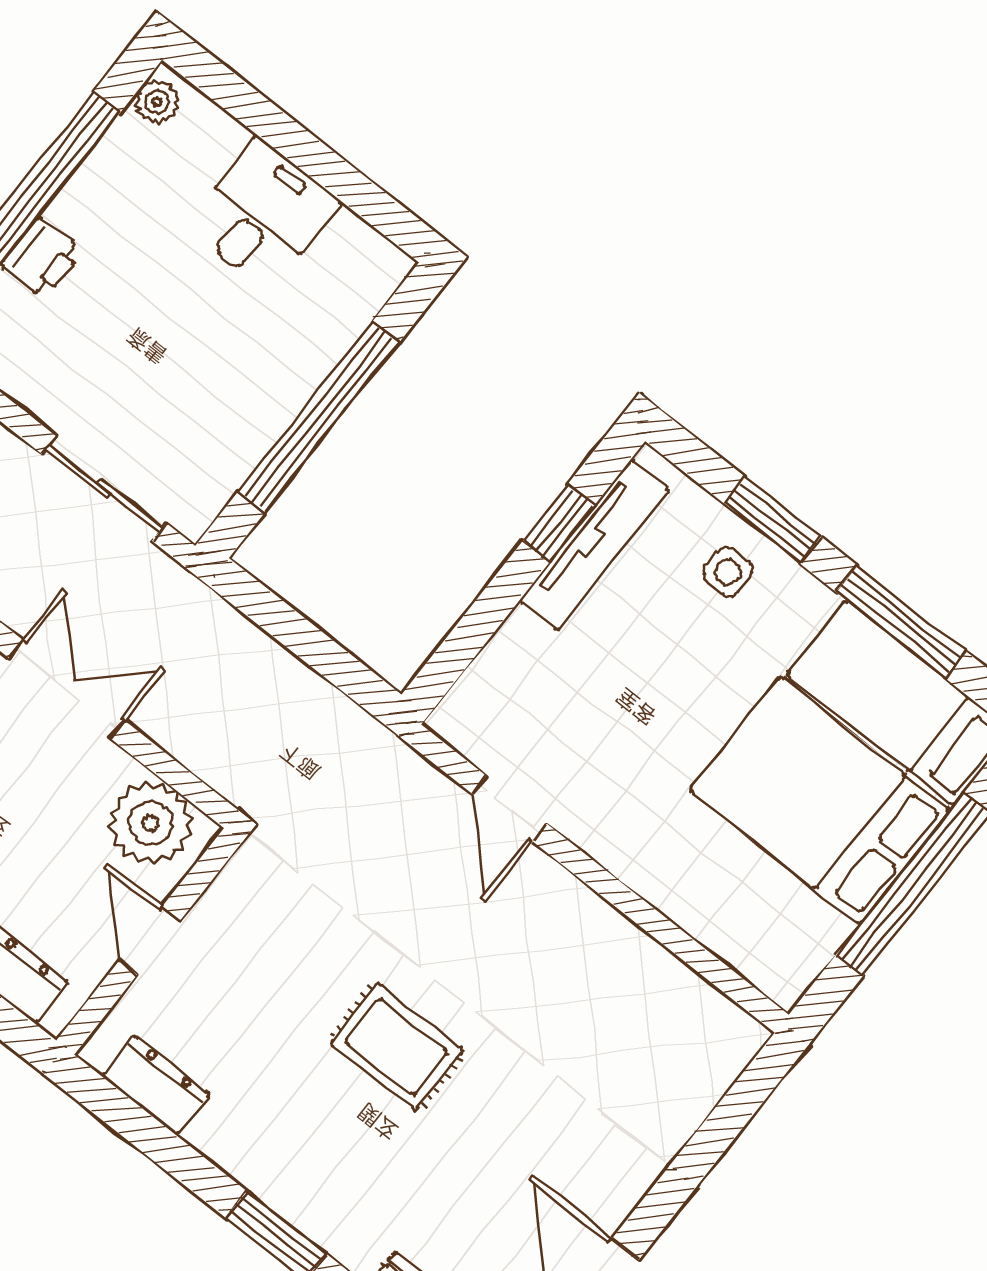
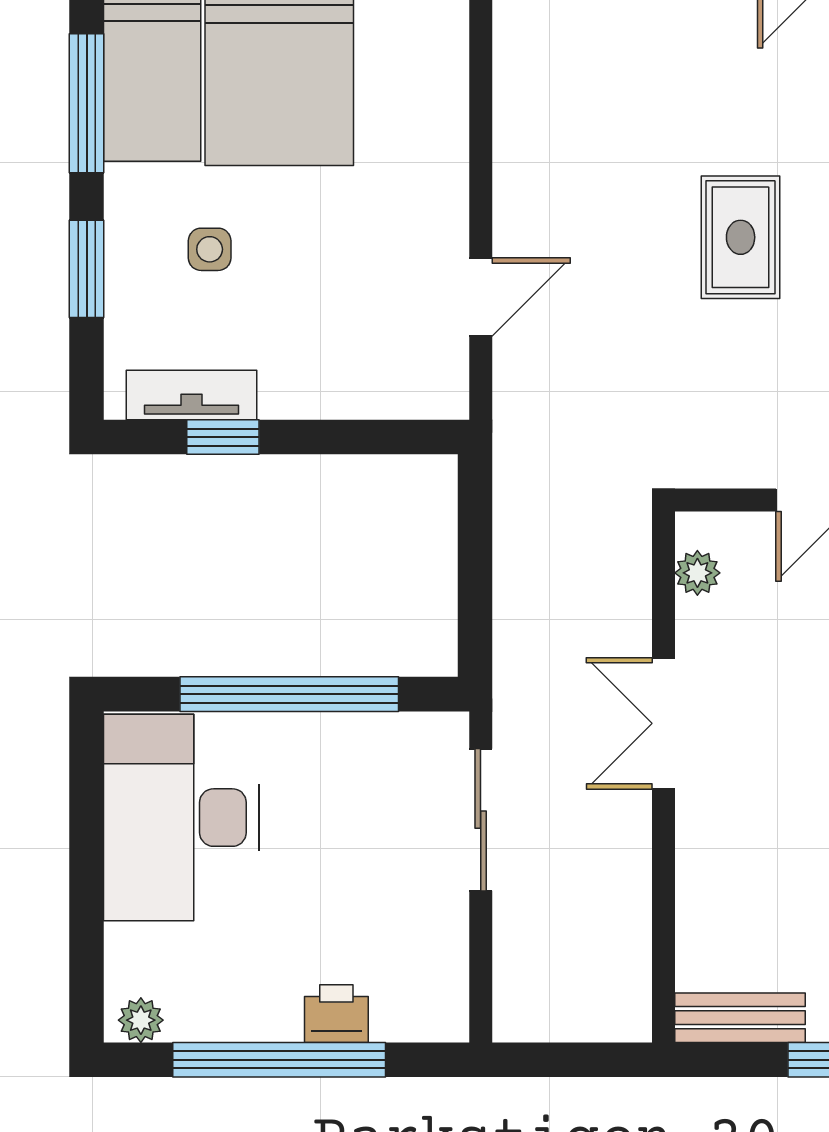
desk: (263, 214) -> (181, 818), width x1.87, depth x1.30
tv unit: (594, 545) -> (192, 395), width x0.71
side table: (728, 572) -> (210, 249), moved
plant: (151, 823) -> (697, 573), width x0.53, depth x0.53

